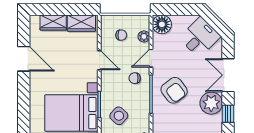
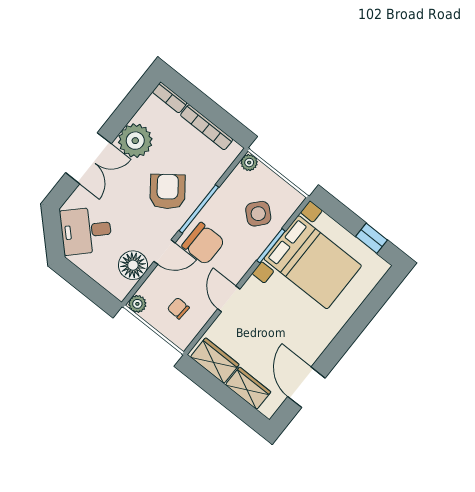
floor lamp: (162, 24) -> (133, 265), moved
plant: (144, 36) -> (137, 304), moved
door: (24, 59) -> (306, 387), moved
chair: (135, 78) -> (203, 244), width x1.87, depth x1.87
window: (228, 114) -> (125, 112), removed

